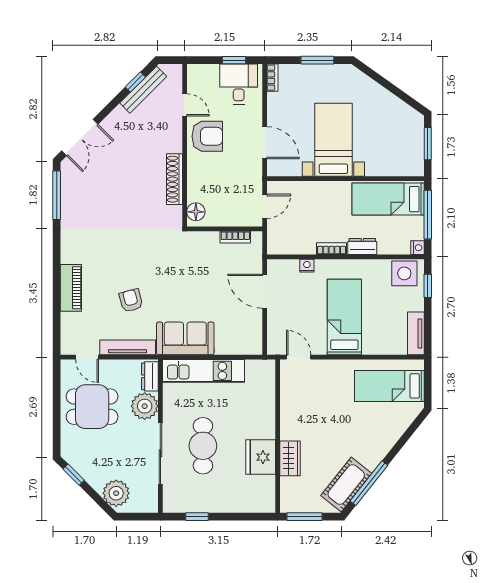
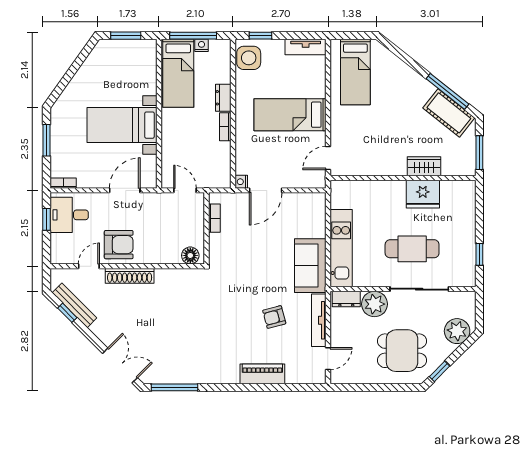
armchair: (207, 136) -> (119, 245), turned 90
shoe rack: (174, 179) -> (130, 276), moved
nightstand: (417, 248) -> (202, 45), moved
nightstand: (307, 266) -> (241, 182), moved
dining table: (92, 407) -> (402, 351), moved, turned 90

